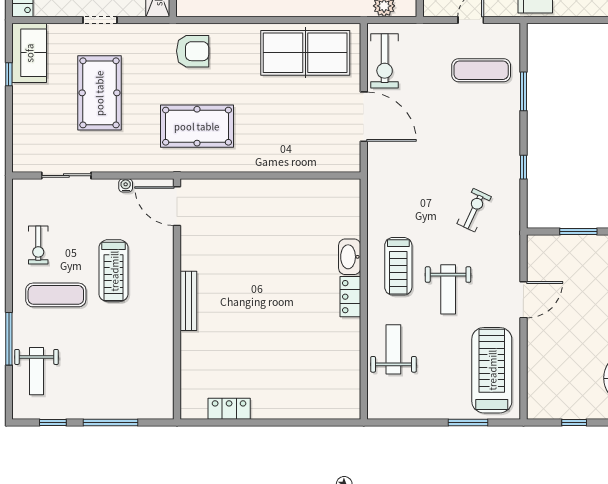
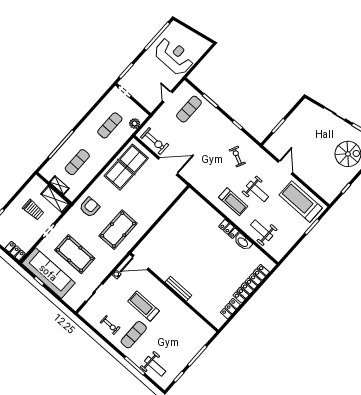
sofa: (29, 53) -> (48, 273), width x1.85, depth x1.27
washbasin: (350, 257) -> (243, 242), moved
treadmill: (114, 271) -> (143, 306), turned 180
locker: (296, 407) -> (251, 284), added

